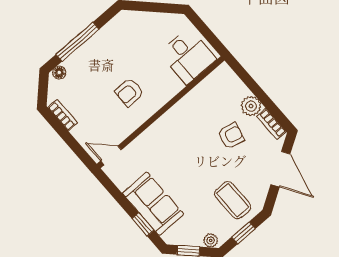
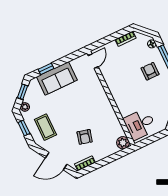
armchair: (129, 92) -> (150, 71), moved
plant: (251, 106) -> (123, 143), moved
coffee table: (233, 200) -> (45, 127), turned 90

